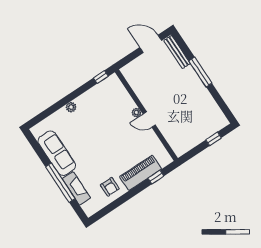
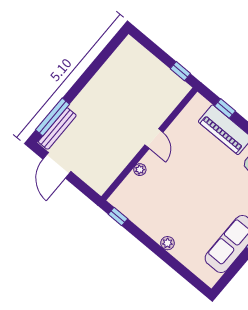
window: (200, 72) -> (53, 117), moved
plant: (136, 113) -> (140, 170), moved
window: (214, 139) -> (180, 71), moved

